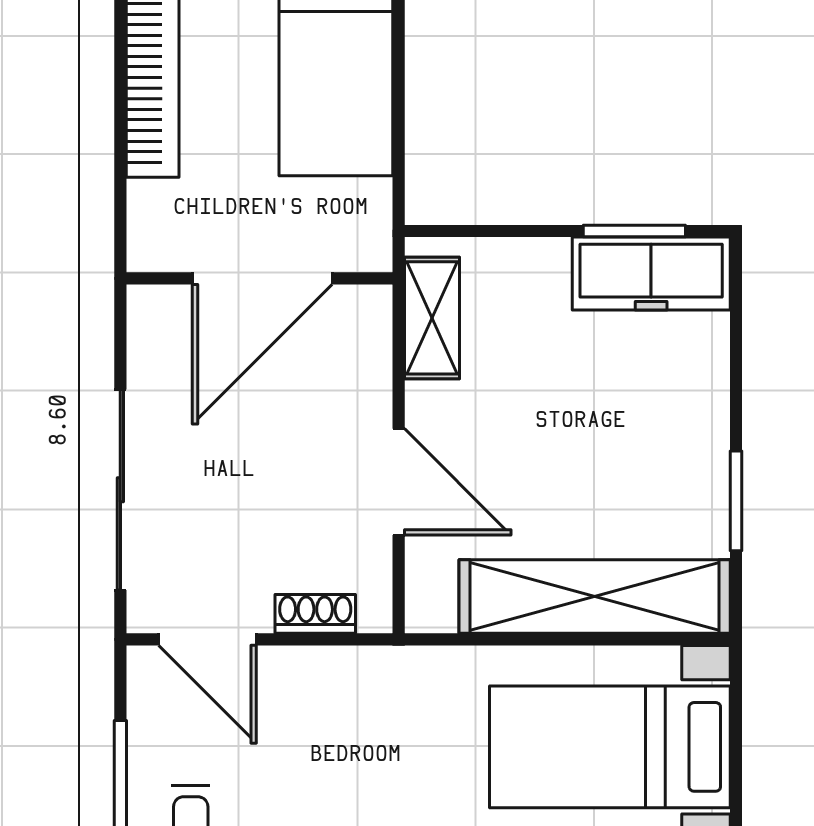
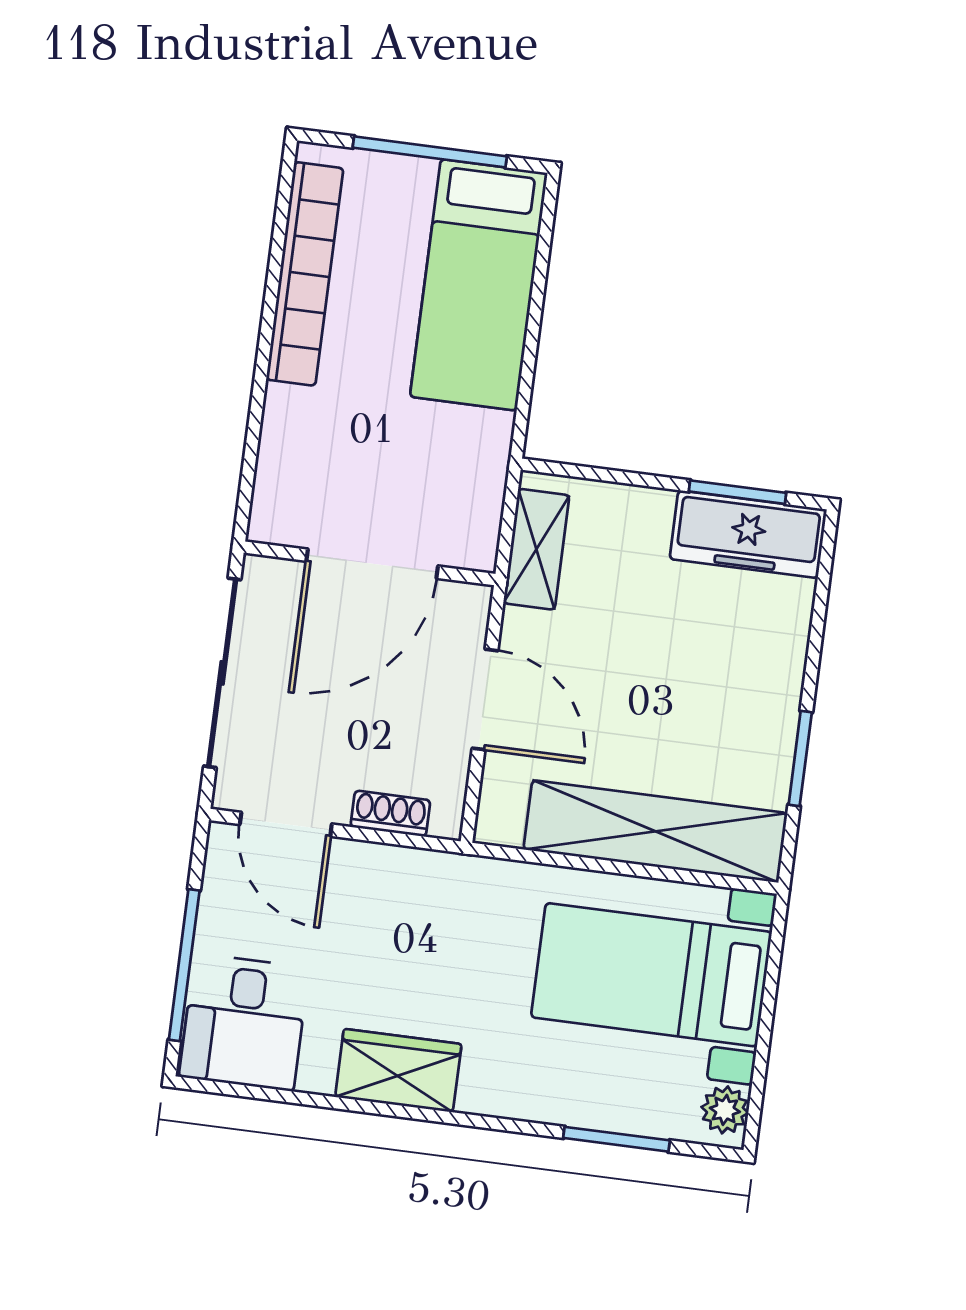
wall: (260, 278) -> (370, 563), moved
door: (262, 278) -> (372, 564), moved

